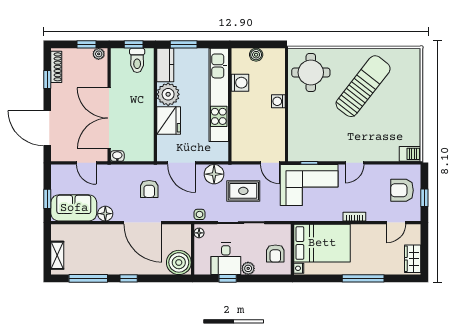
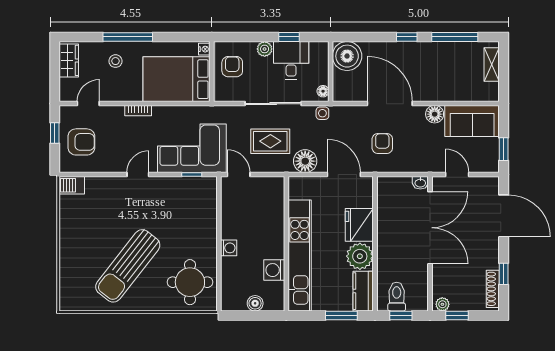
window: (47, 199) -> (504, 149), moved
stool: (373, 258) -> (116, 61), added

